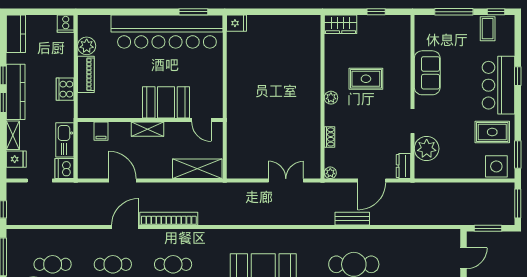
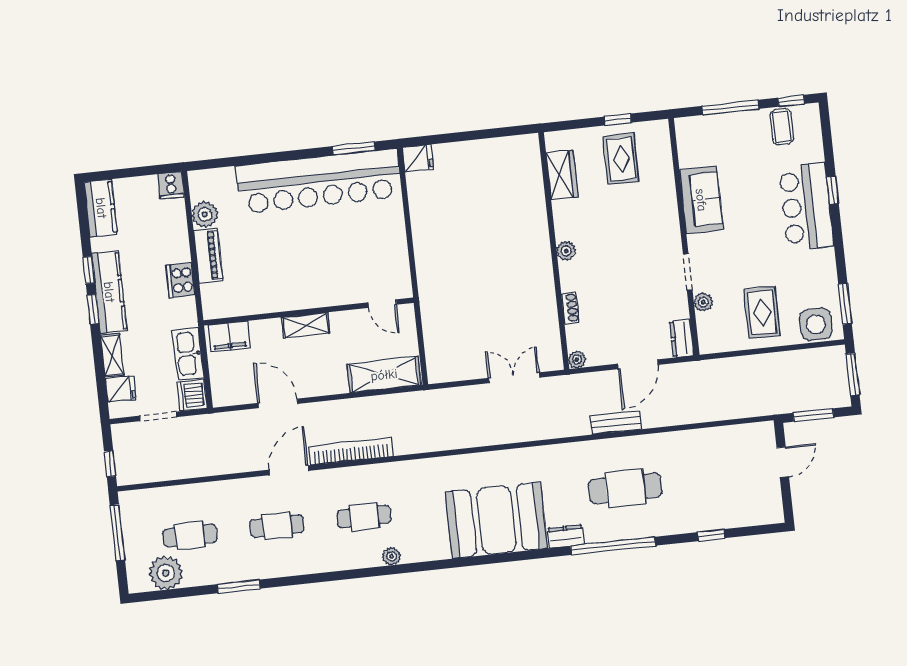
wardrobe: (341, 24) -> (562, 175), moved, turned -90
rug: (366, 79) -> (621, 159), moved, turned 90
booth: (166, 102) -> (328, 284), removed
filing cabinet: (101, 131) -> (229, 336), width x2.00
rug: (492, 132) -> (762, 312), moved, turned 90
plant: (427, 149) -> (703, 302), width x0.53, depth x0.53

